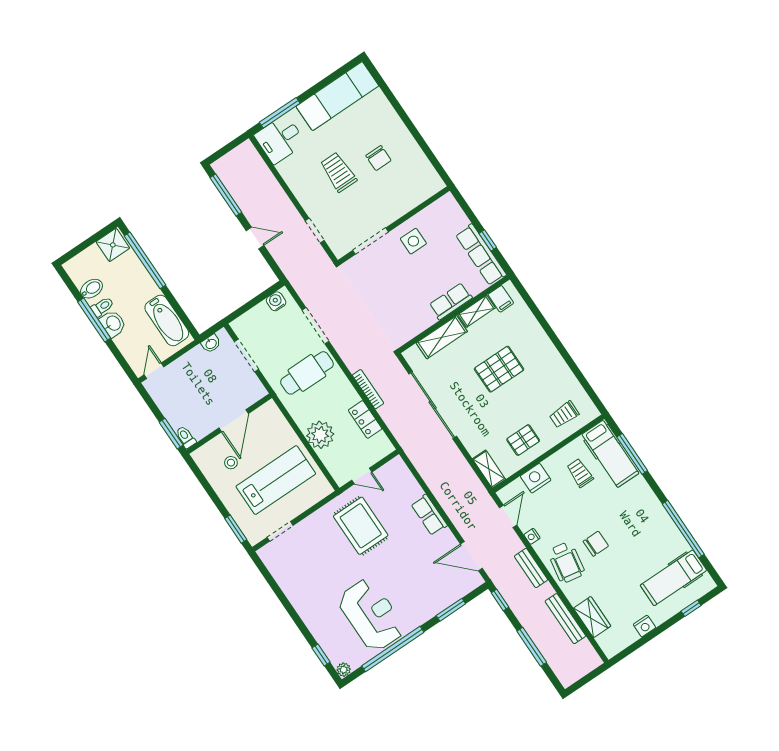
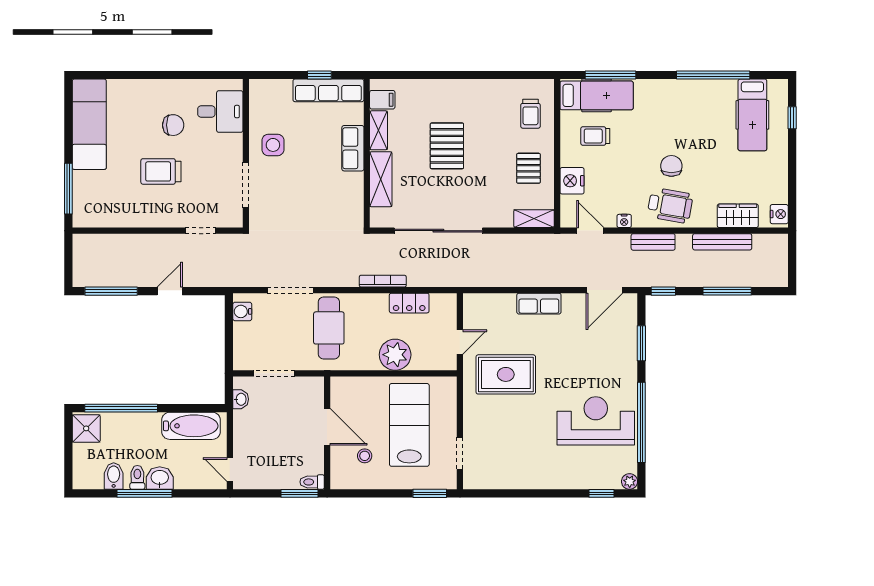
desk: (280, 139) -> (220, 112), moved, turned -90
nightstand: (644, 626) -> (779, 214), moved

